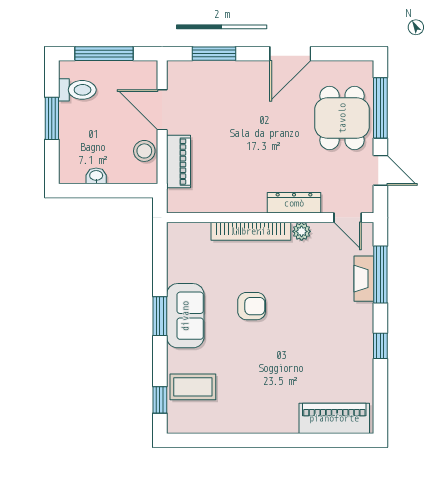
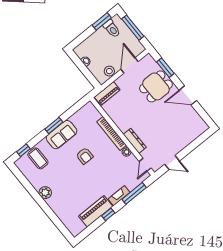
window: (380, 108) -> (195, 144), removed
window: (52, 118) -> (102, 21), moved
dining table: (342, 118) -> (156, 86), moved
piano: (178, 162) -> (107, 93), moved
door: (380, 170) -> (172, 163), hinge flipped
fireplace: (364, 279) -> (119, 196), moved
piano: (334, 418) -> (96, 211), moved, turned -90
plant: (259, 421) -> (45, 193), added

